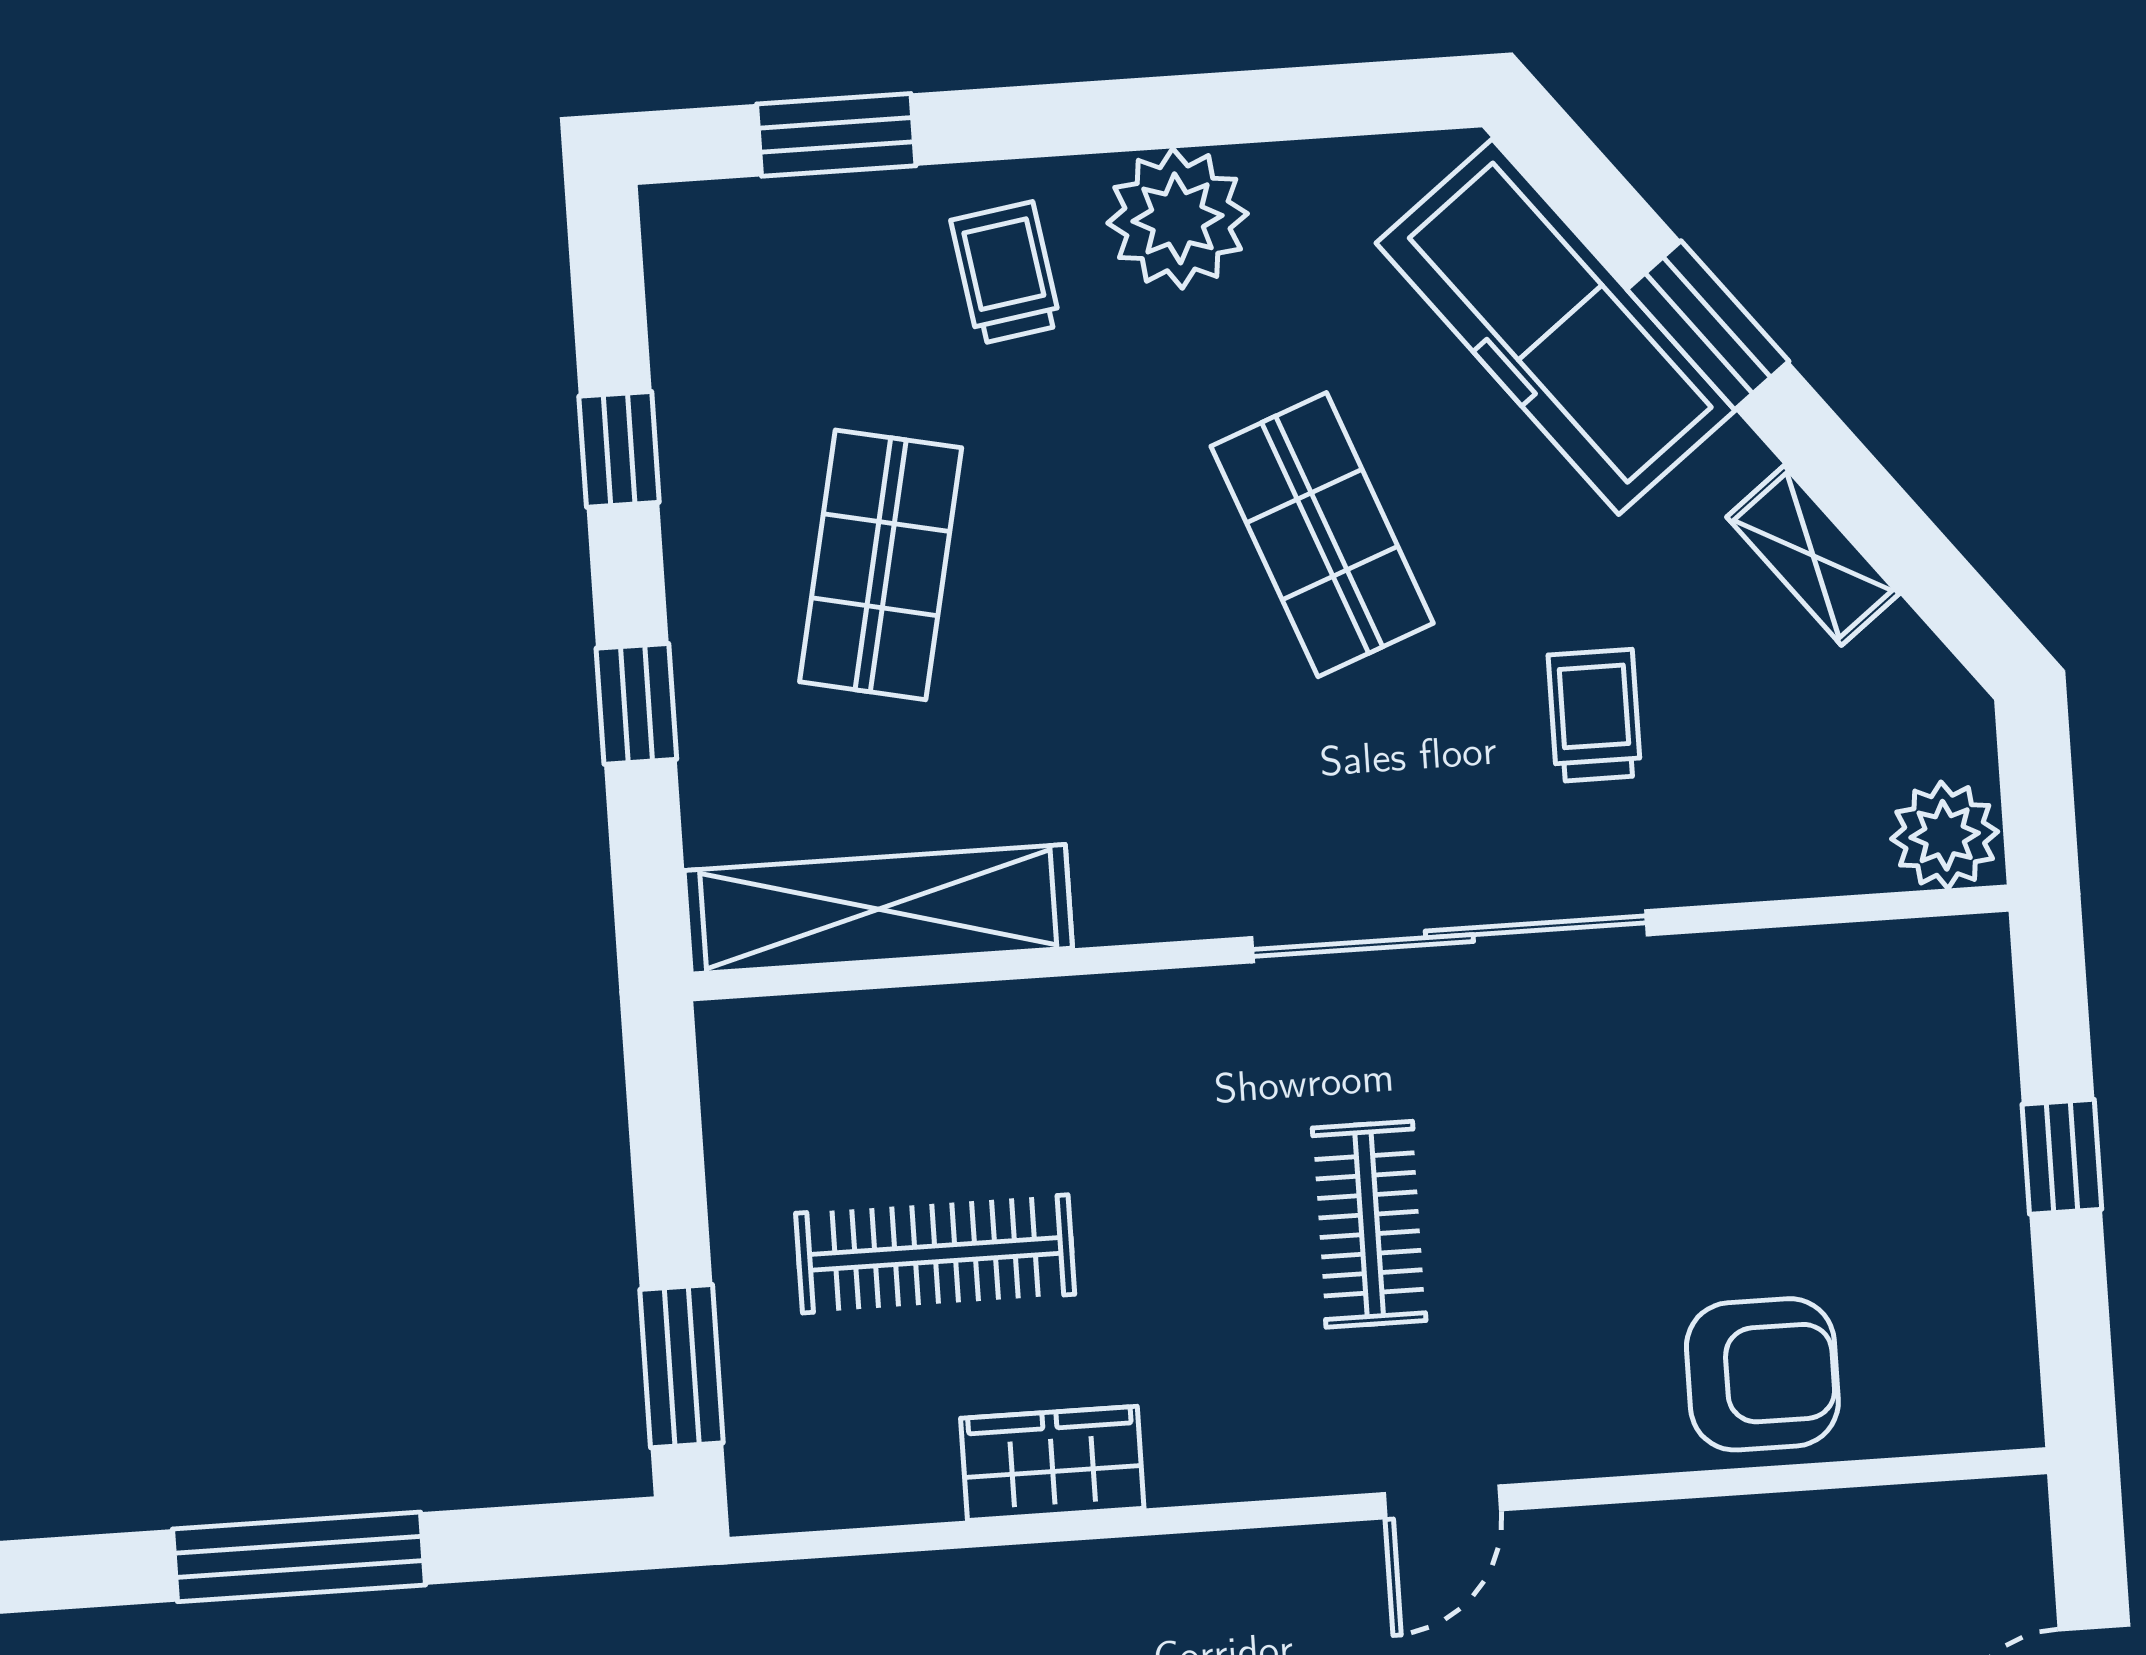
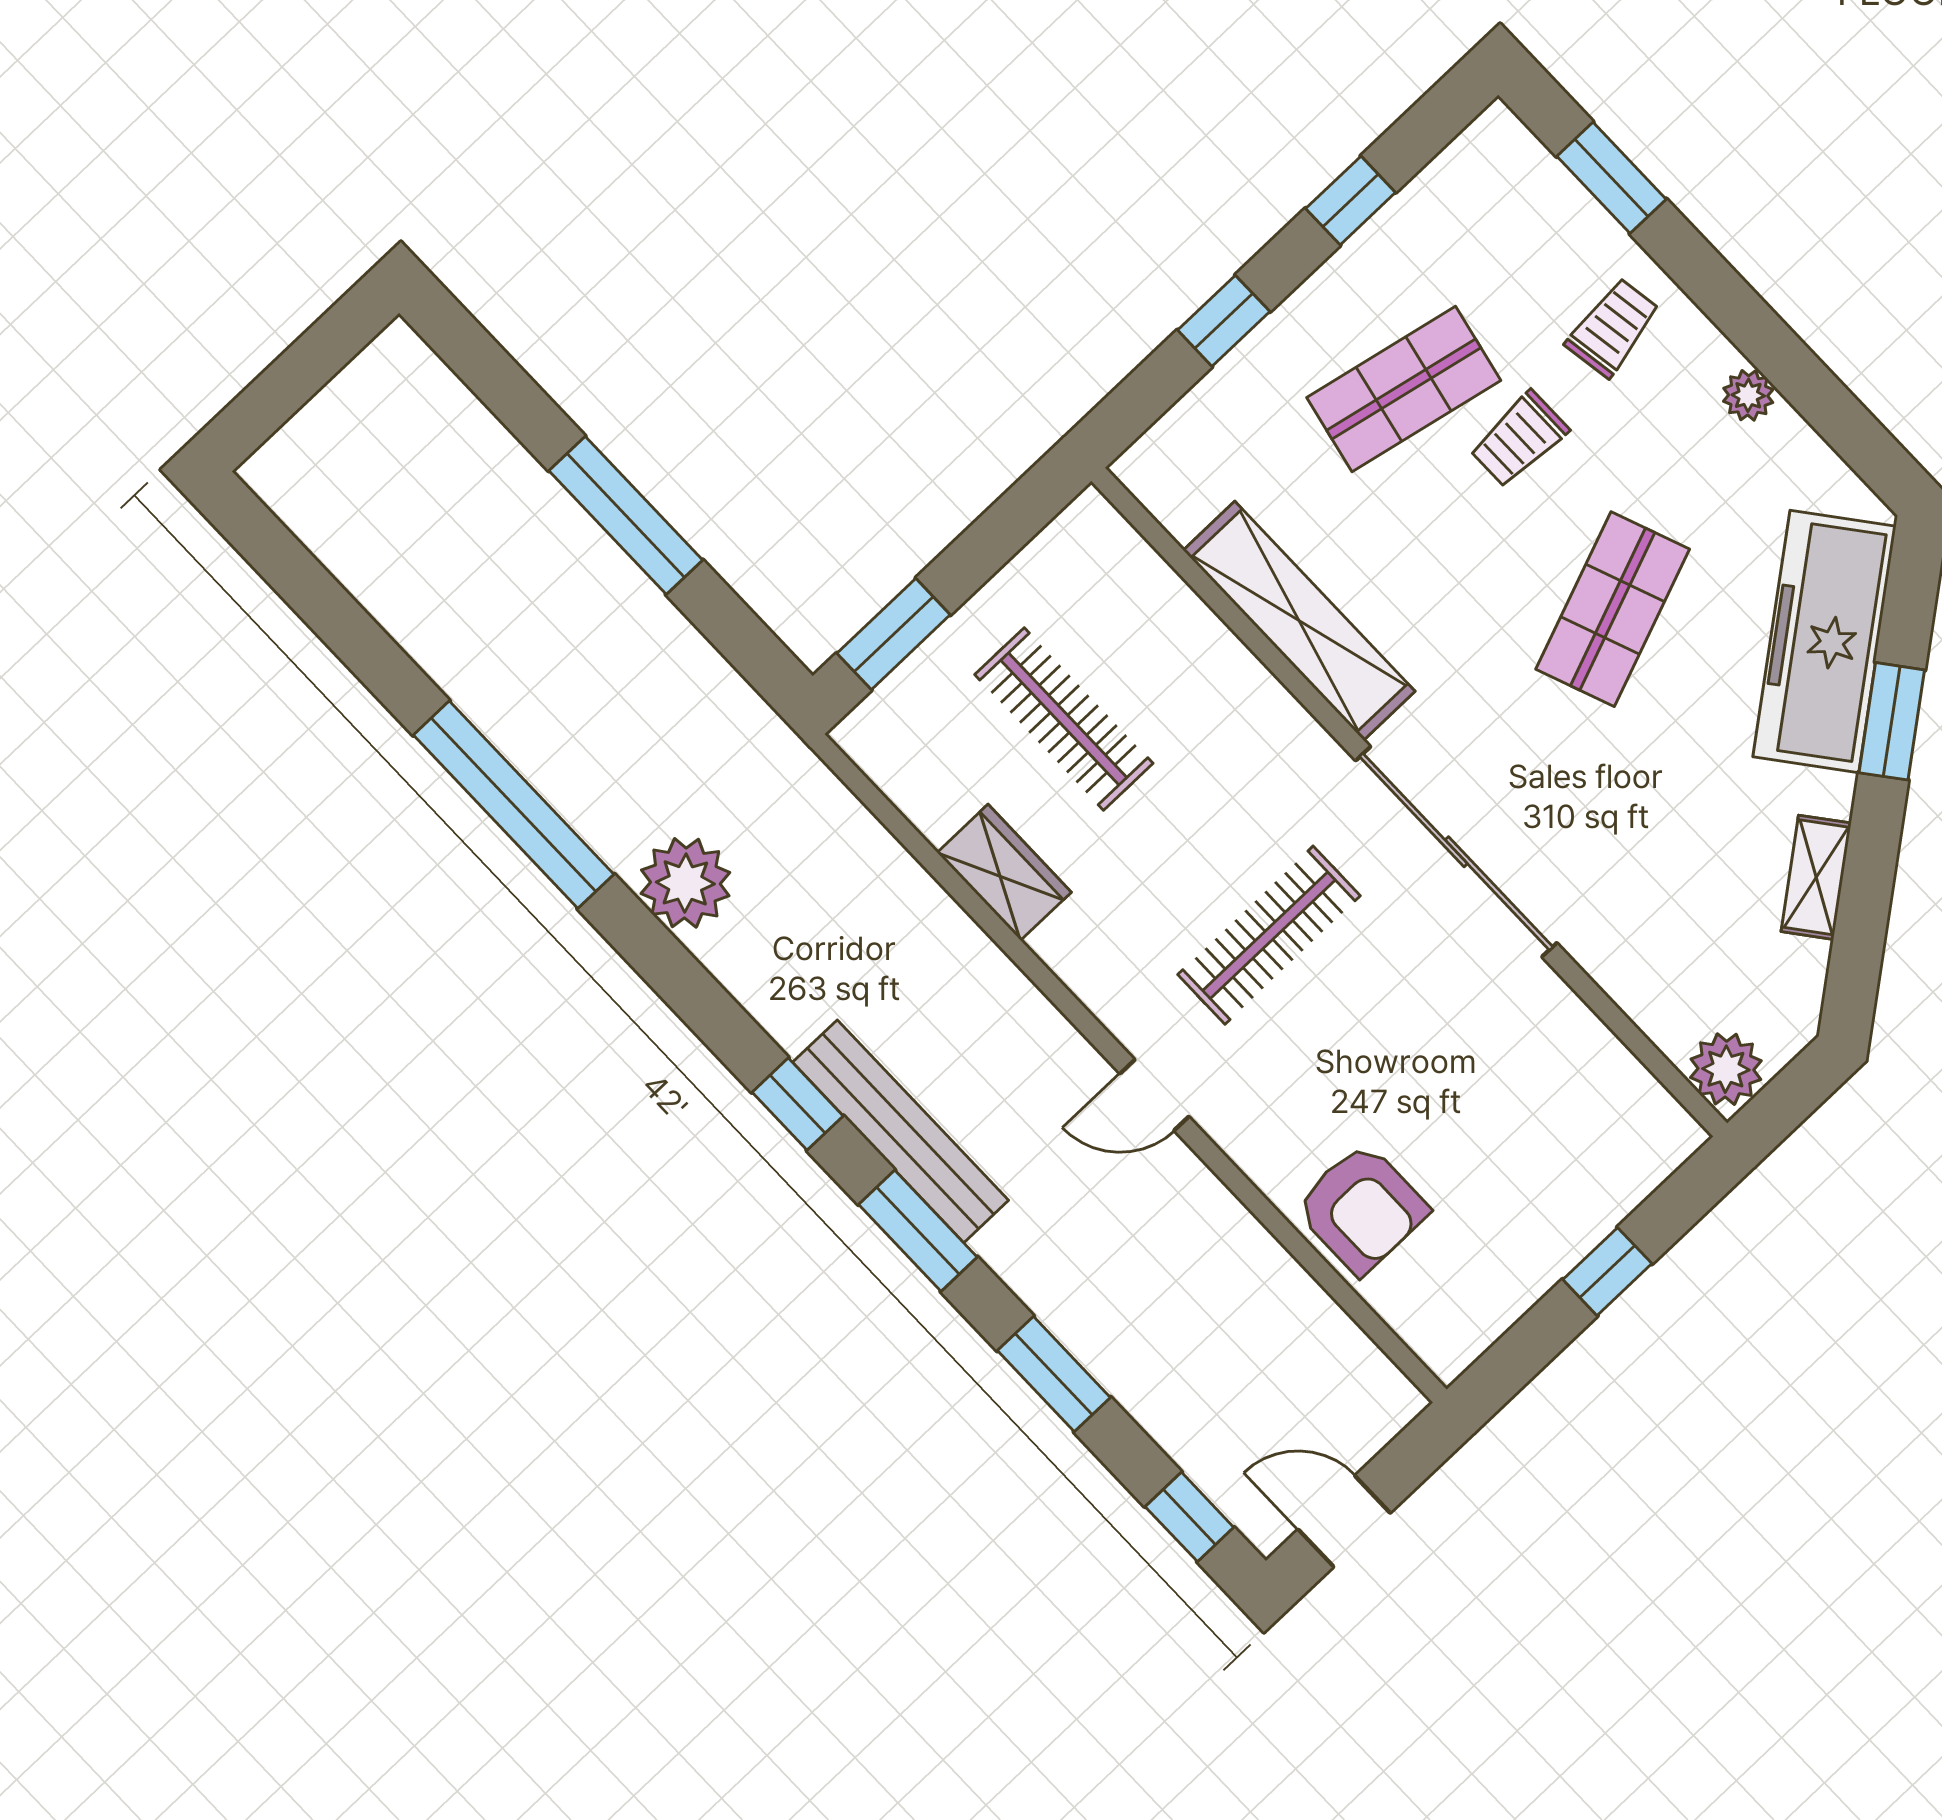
plant: (1178, 218) -> (1748, 395), width x0.53, depth x0.53
trolley: (1595, 715) -> (1519, 439), moved, turned 180
shelving: (878, 909) -> (1299, 621), moved
clothes rail: (1369, 1224) -> (1269, 935), width x1.36

